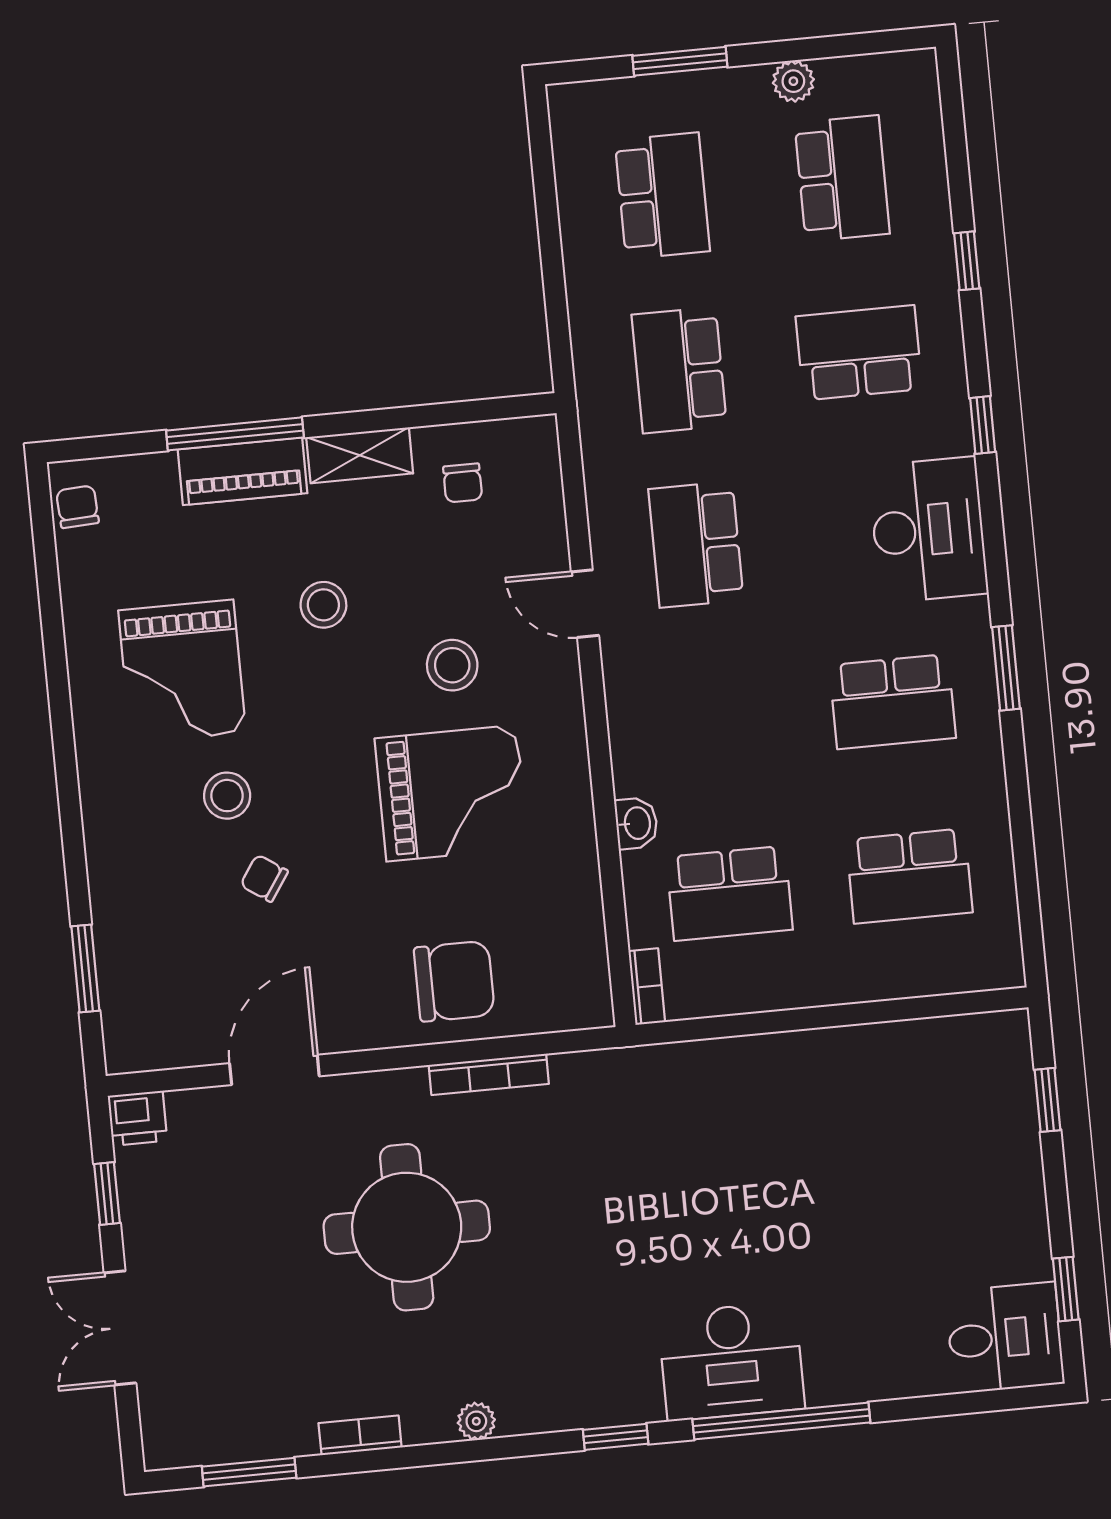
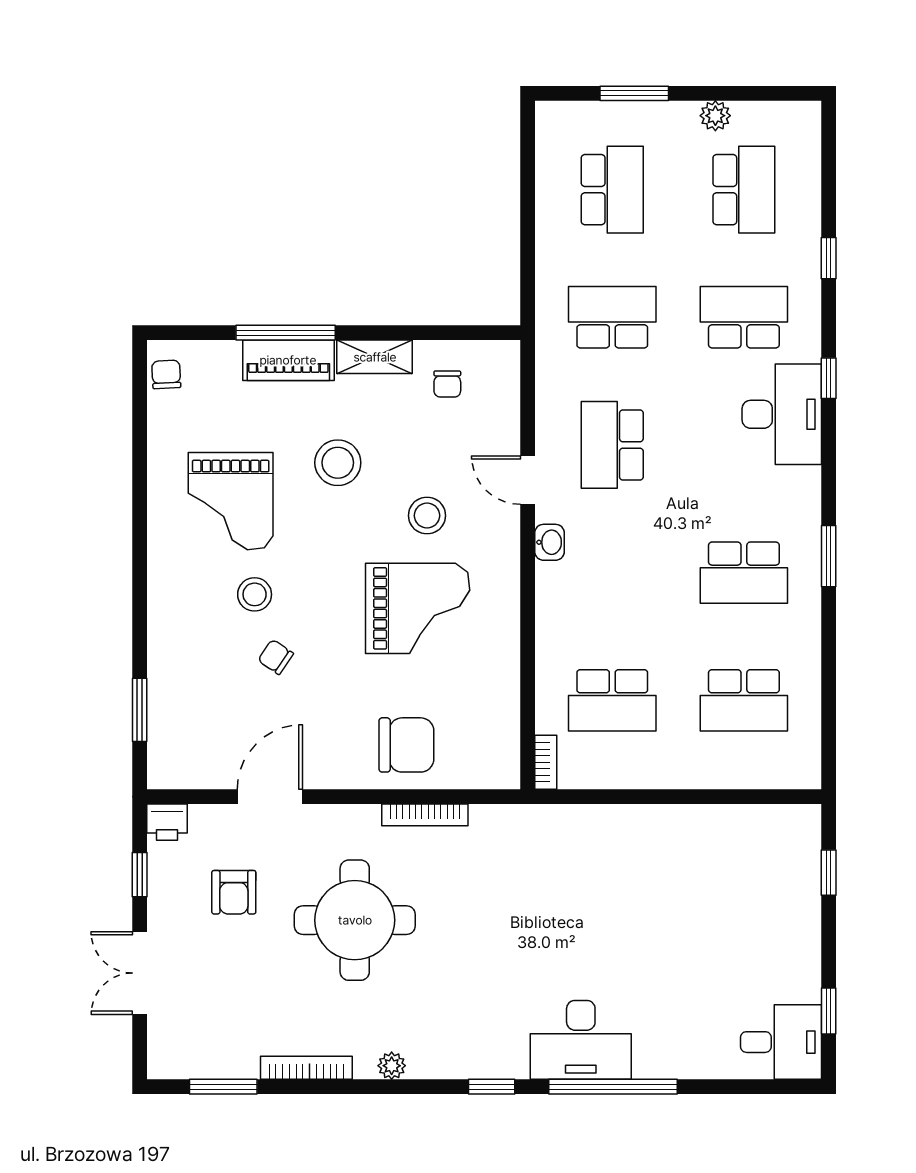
school desk: (679, 370) -> (612, 317), turned 90
desk: (928, 530) -> (782, 414), moved
stool: (323, 605) -> (338, 463), width x1.38, depth x1.38
washbasin: (636, 823) -> (550, 542), moved
armchair: (238, 1205) -> (234, 892), added
bookcase: (360, 1435) -> (306, 1068), width x1.56

